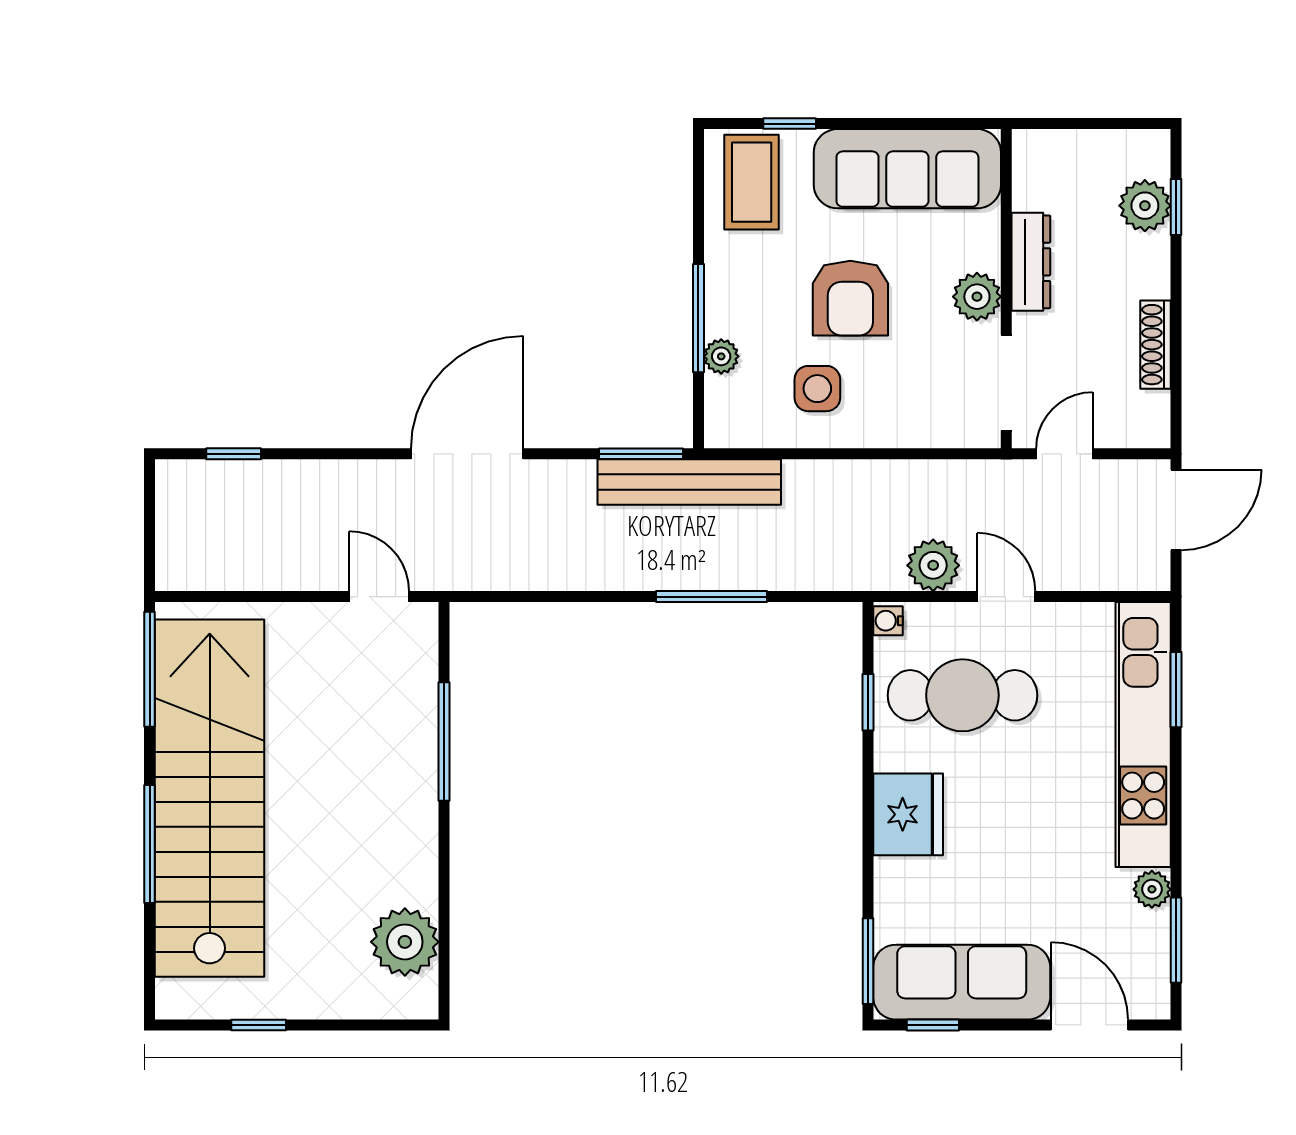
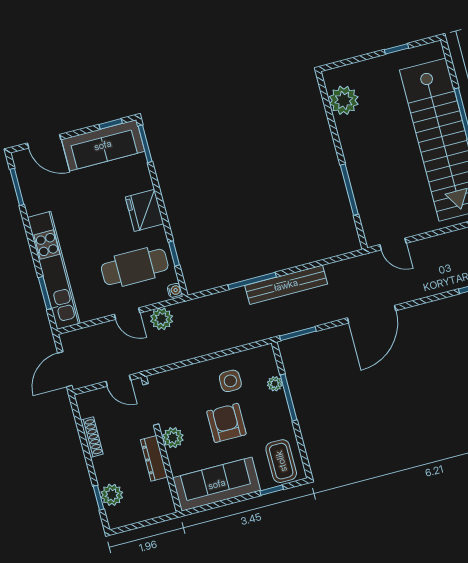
door: (1064, 454) -> (118, 381), hinge flipped
bench: (689, 482) -> (286, 285), moved
plant: (1152, 889) -> (33, 206), removed

